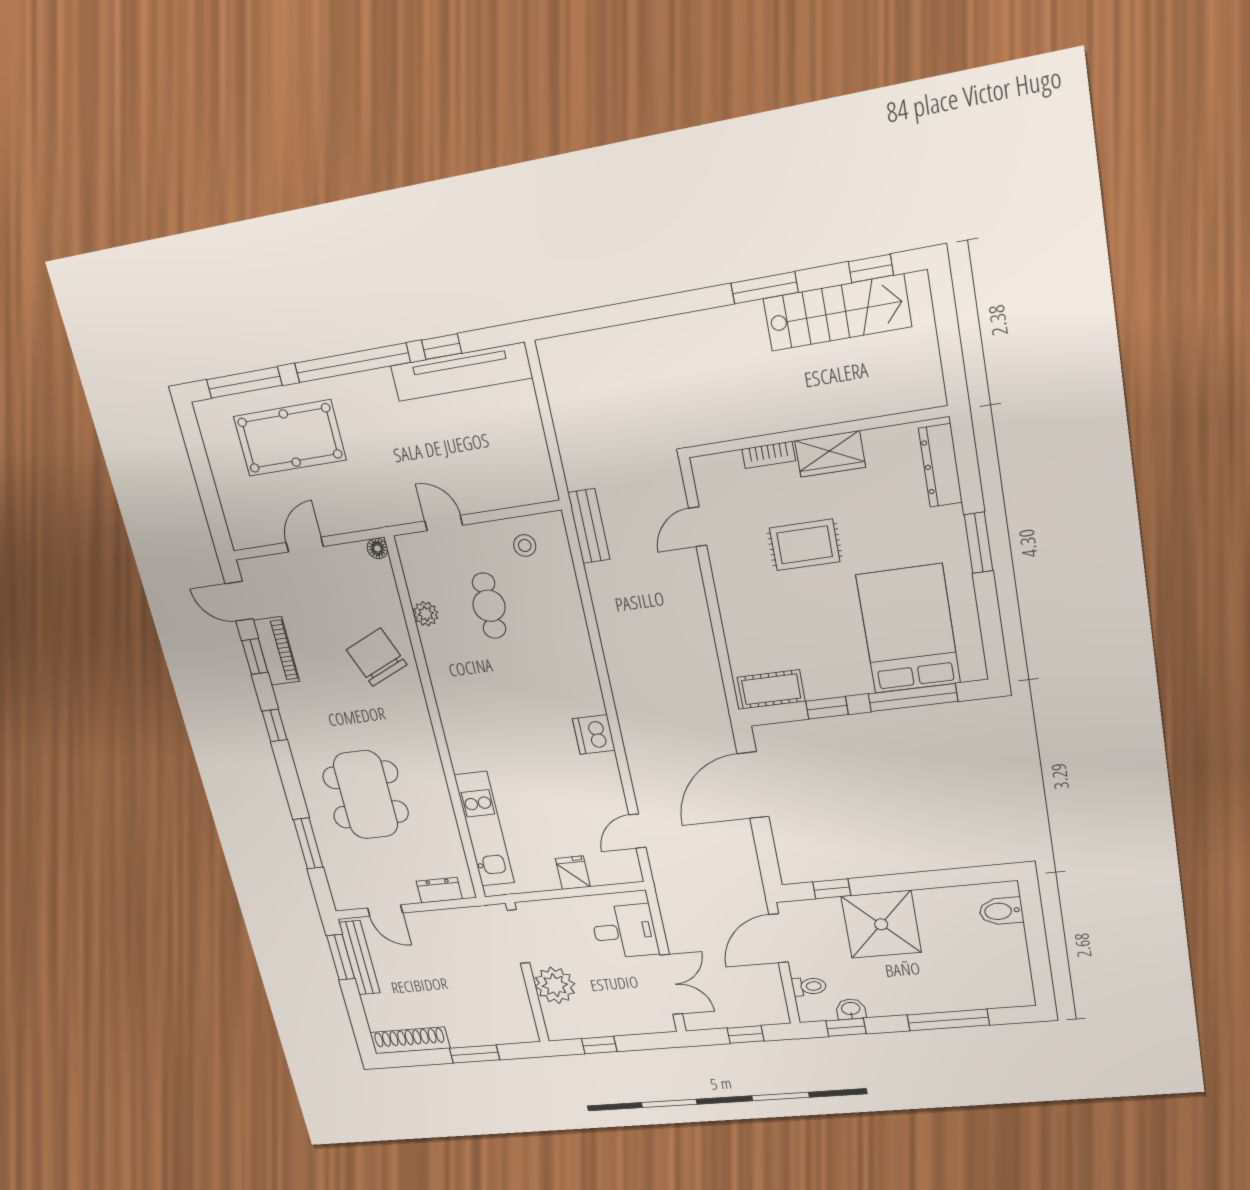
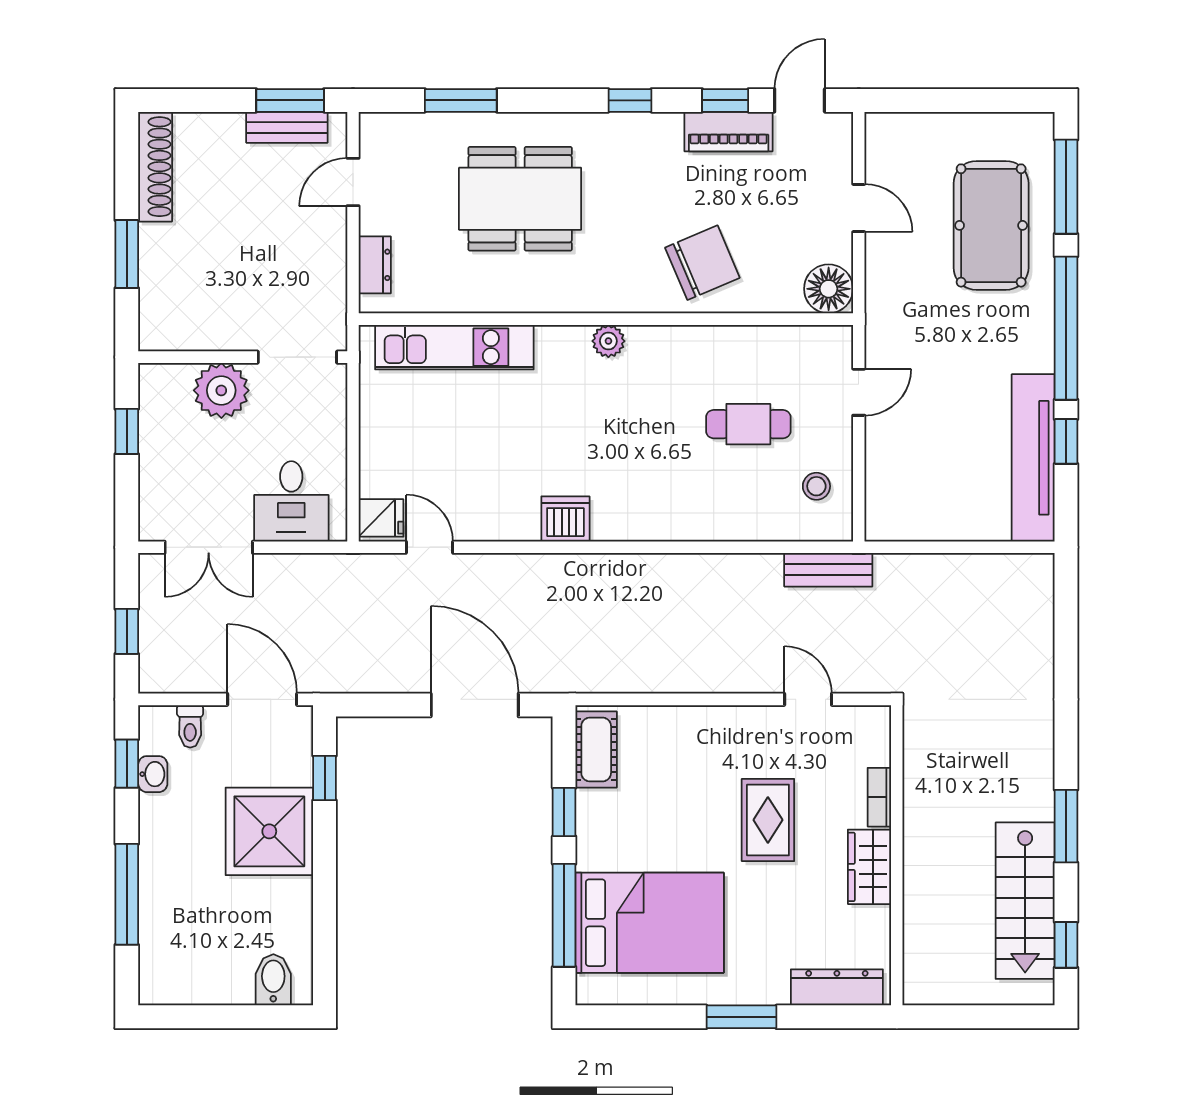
floor lamp: (377, 548) -> (829, 289), width x1.89, depth x1.89
plant: (426, 614) -> (608, 341), moved
fridge: (573, 873) -> (381, 518), moved
bench: (360, 958) -> (287, 127), width x0.73

